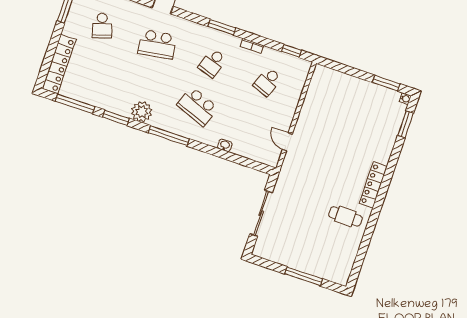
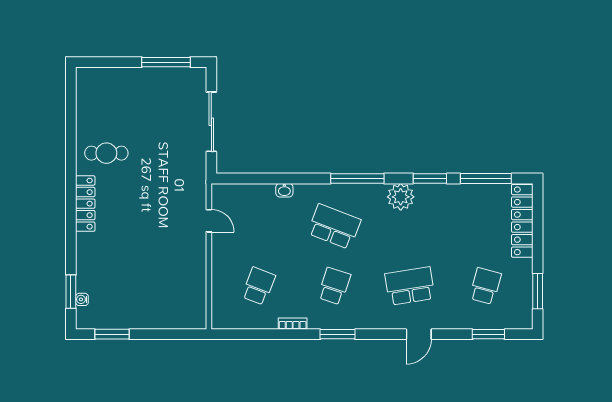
school desk: (102, 26) -> (485, 286), turned 33
window: (291, 51) -> (242, 334), removed
water cooler: (405, 99) -> (82, 299), moved
window: (304, 276) -> (166, 62), moved

